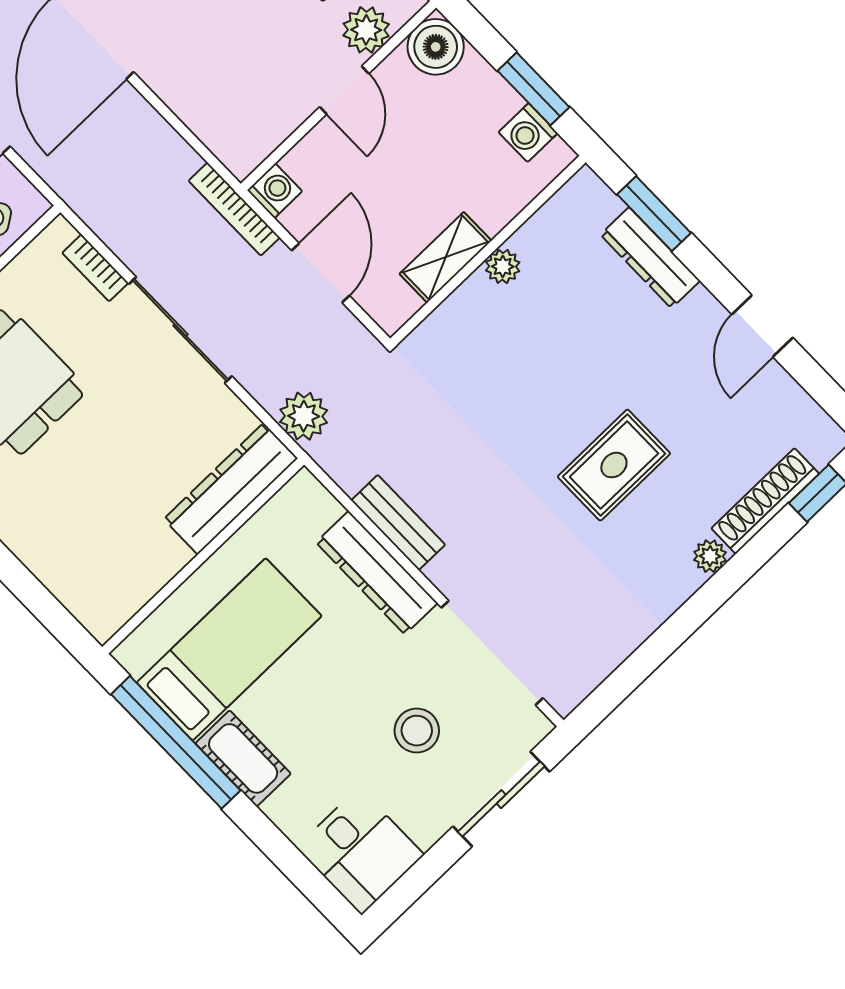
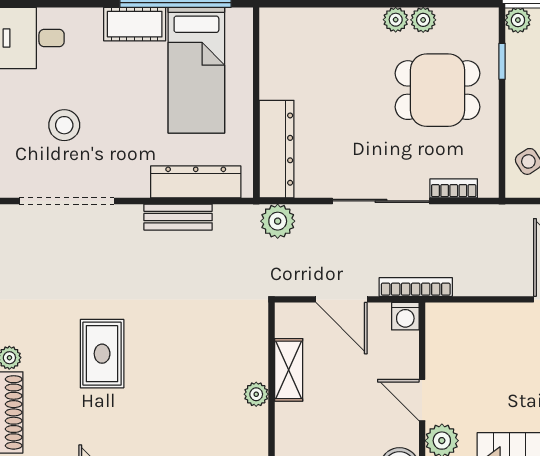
dresser: (377, 573) -> (196, 182), moved

